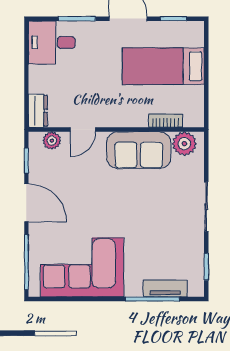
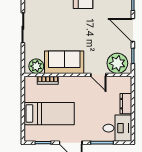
dresser: (38, 111) -> (126, 104), moved
door: (83, 130) -> (98, 75), swing flipped
plant: (52, 141) -> (117, 63), width x1.88, depth x1.88

